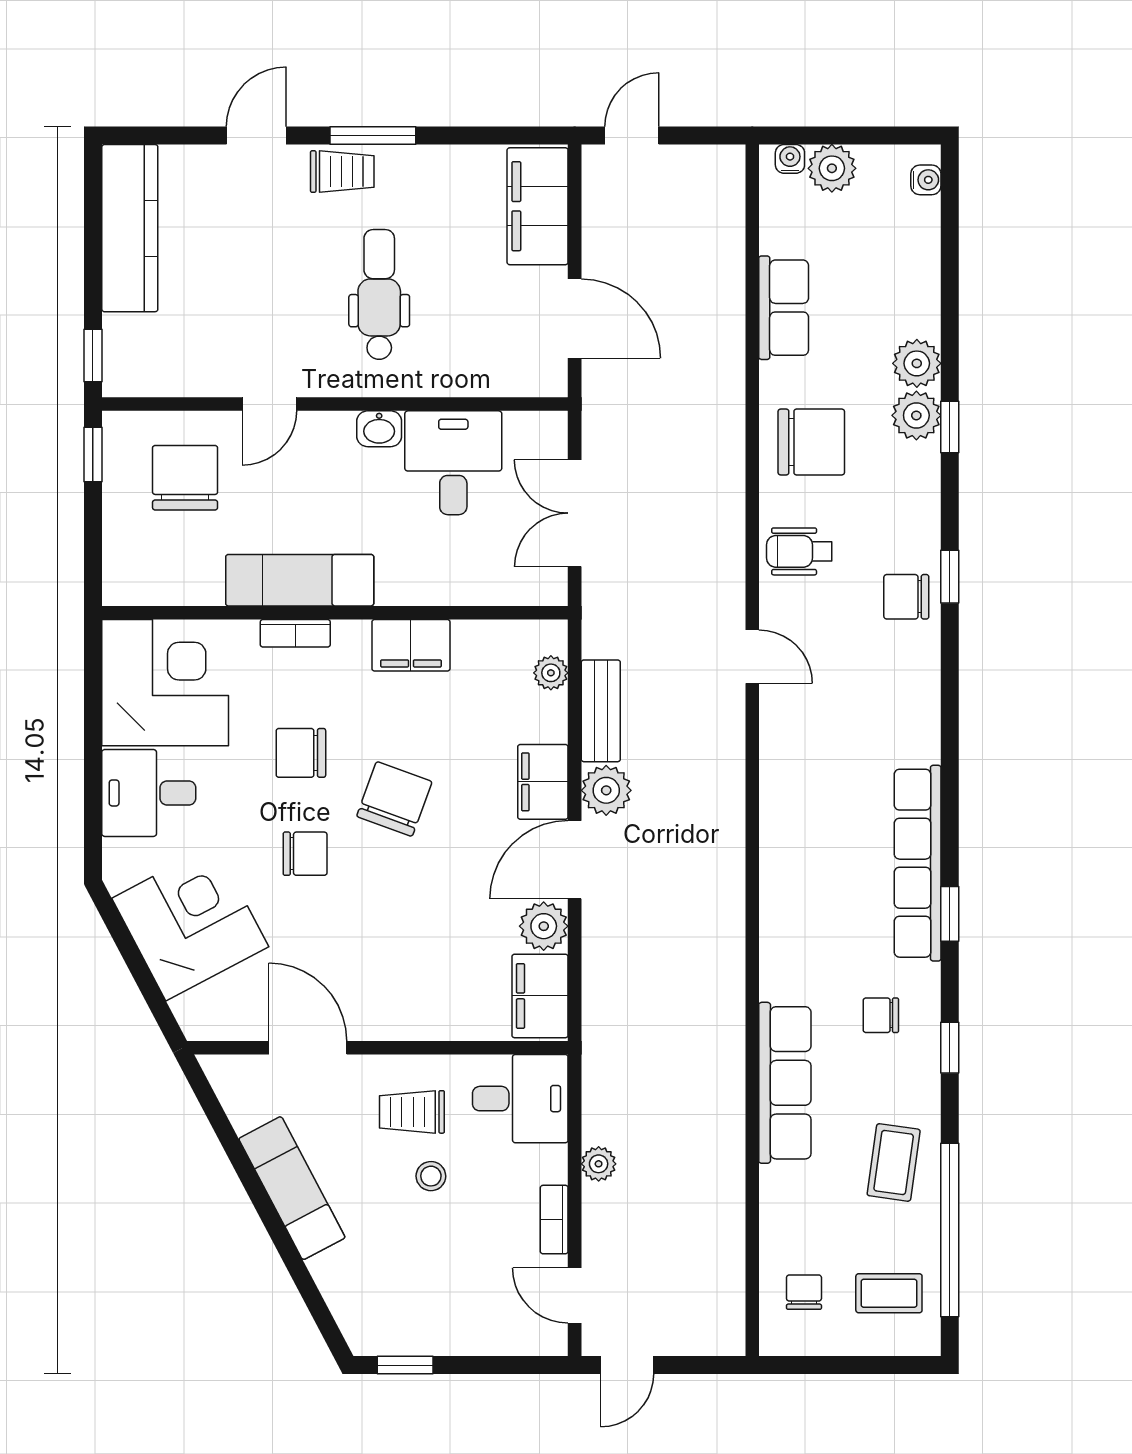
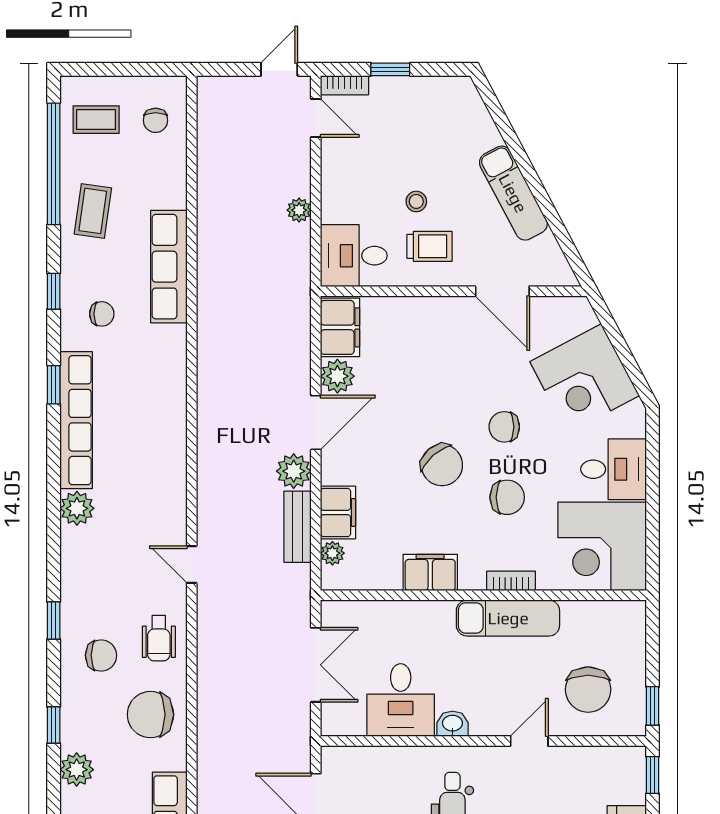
plant: (916, 415) -> (77, 508), moved
wheelchair: (799, 551) -> (159, 638), turned 90
chair: (906, 597) -> (101, 655), moved
filing cabinet: (543, 782) -> (338, 513), moved
chair: (394, 799) -> (442, 465), turned -61
bookcase: (554, 1220) -> (345, 85), moved, turned 90
window: (405, 1365) -> (390, 69), moved

